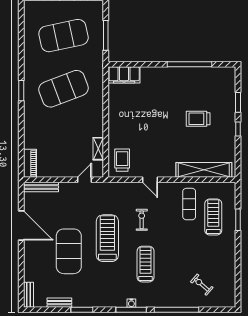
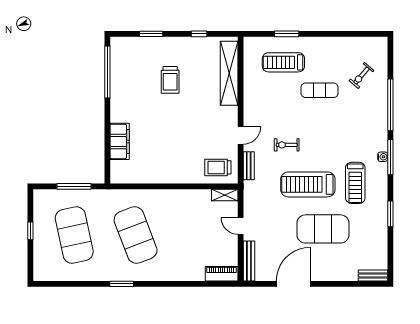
window: (190, 64) -> (107, 72), moved
filing cabinet: (124, 75) -> (120, 141), moved
window: (21, 91) -> (122, 284), moved
window: (238, 129) -> (199, 34), moved
shelving: (98, 149) -> (225, 195), moved
door: (84, 180) -> (241, 226), moved
exercise mat: (189, 204) -> (320, 90), moved
treadmill: (146, 264) -> (355, 183), moved, turned -90
bench: (59, 303) -> (249, 166), moved

